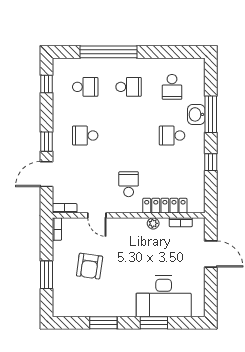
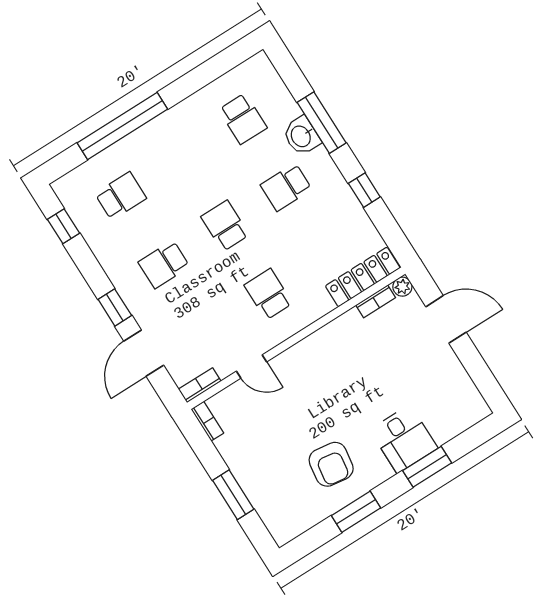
school desk: (129, 87) -> (225, 226), moved, turned -90
locker: (165, 206) -> (363, 277), moved
plant: (153, 223) -> (402, 287), moved
armchair: (90, 266) -> (331, 464), moved
desk: (164, 296) -> (404, 439), width x0.53, depth x0.77

